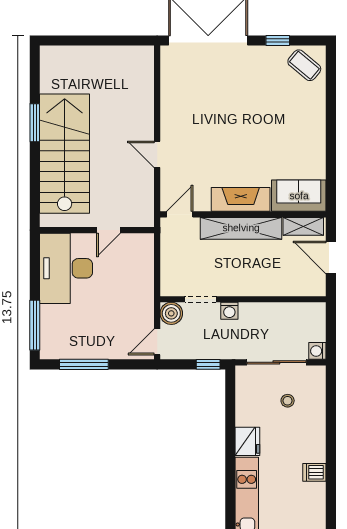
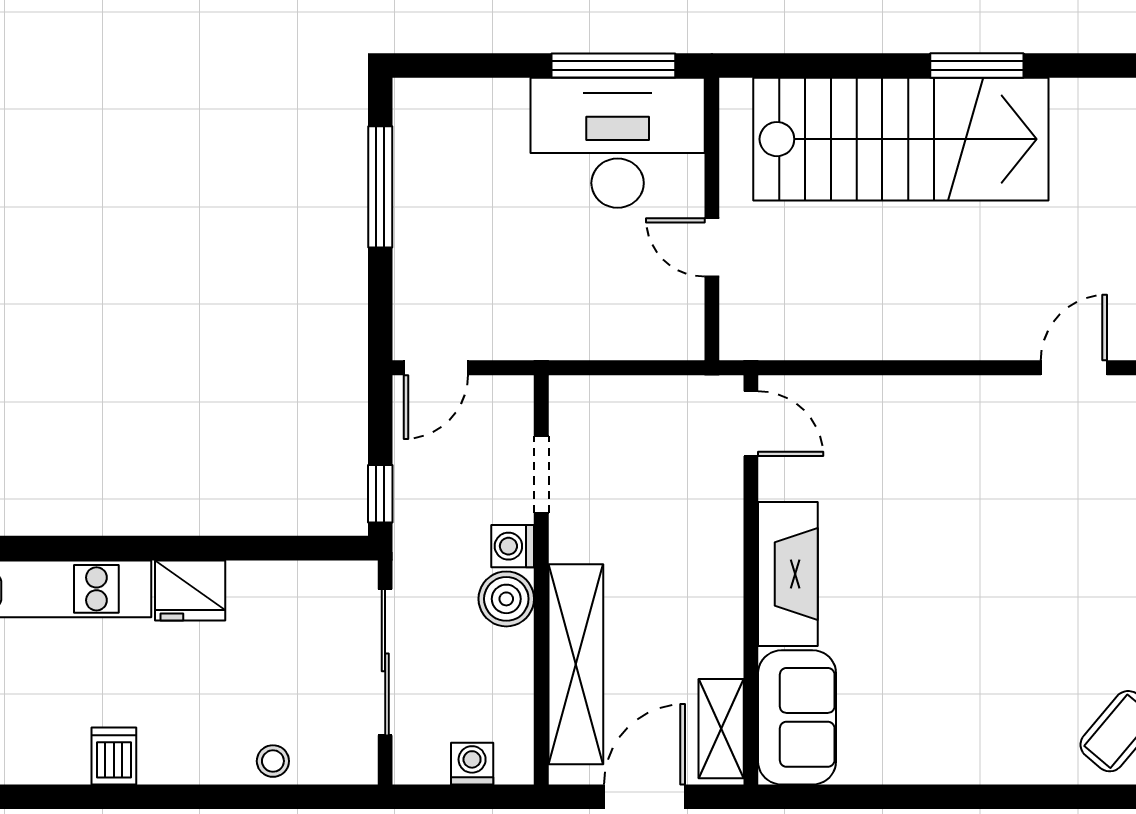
door: (157, 154) -> (1074, 368), moved
shelving: (241, 228) -> (576, 664), moved
boiler: (171, 313) -> (506, 599), moved
window: (35, 325) -> (613, 65), moved
door: (157, 342) -> (436, 368), swing flipped
washing machine: (317, 351) -> (472, 764), moved
stool: (288, 401) -> (273, 761), moved

